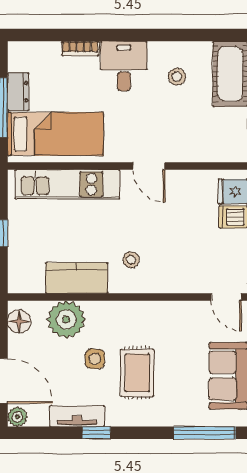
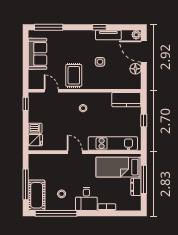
window: (189, 35) -> (56, 213), added
kitchen counter: (77, 278) -> (126, 100), moved
door: (226, 297) -> (51, 91), moved
plant: (66, 319) -> (113, 80), removed
floor lamp: (19, 321) -> (135, 69), moved
rug: (137, 373) -> (74, 75), moved

